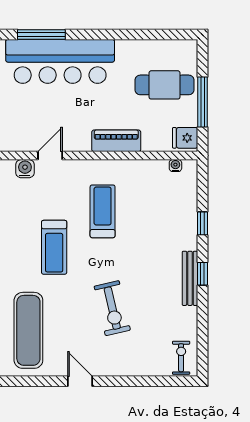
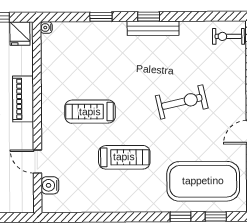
water cooler: (175, 166) -> (46, 28), moved
exercise mat: (28, 330) -> (203, 181), width x1.47

